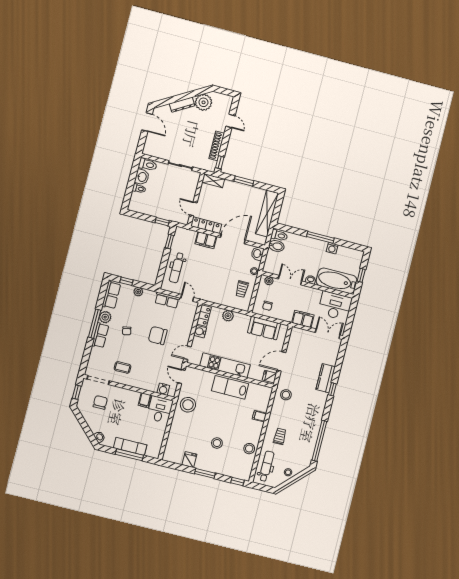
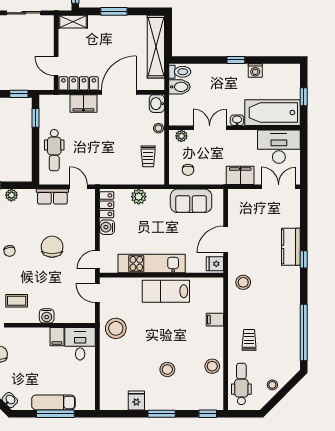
window: (320, 237) -> (236, 60), width x0.46
chair: (158, 336) -> (52, 247), turned 90
water cooler: (163, 389) -> (47, 316), moved

